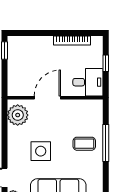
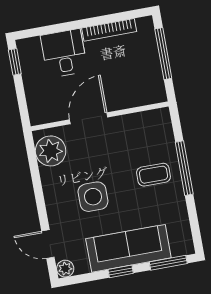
window: (106, 63) -> (163, 54), width x2.17
desk: (88, 82) -> (64, 53), moved, turned -90

